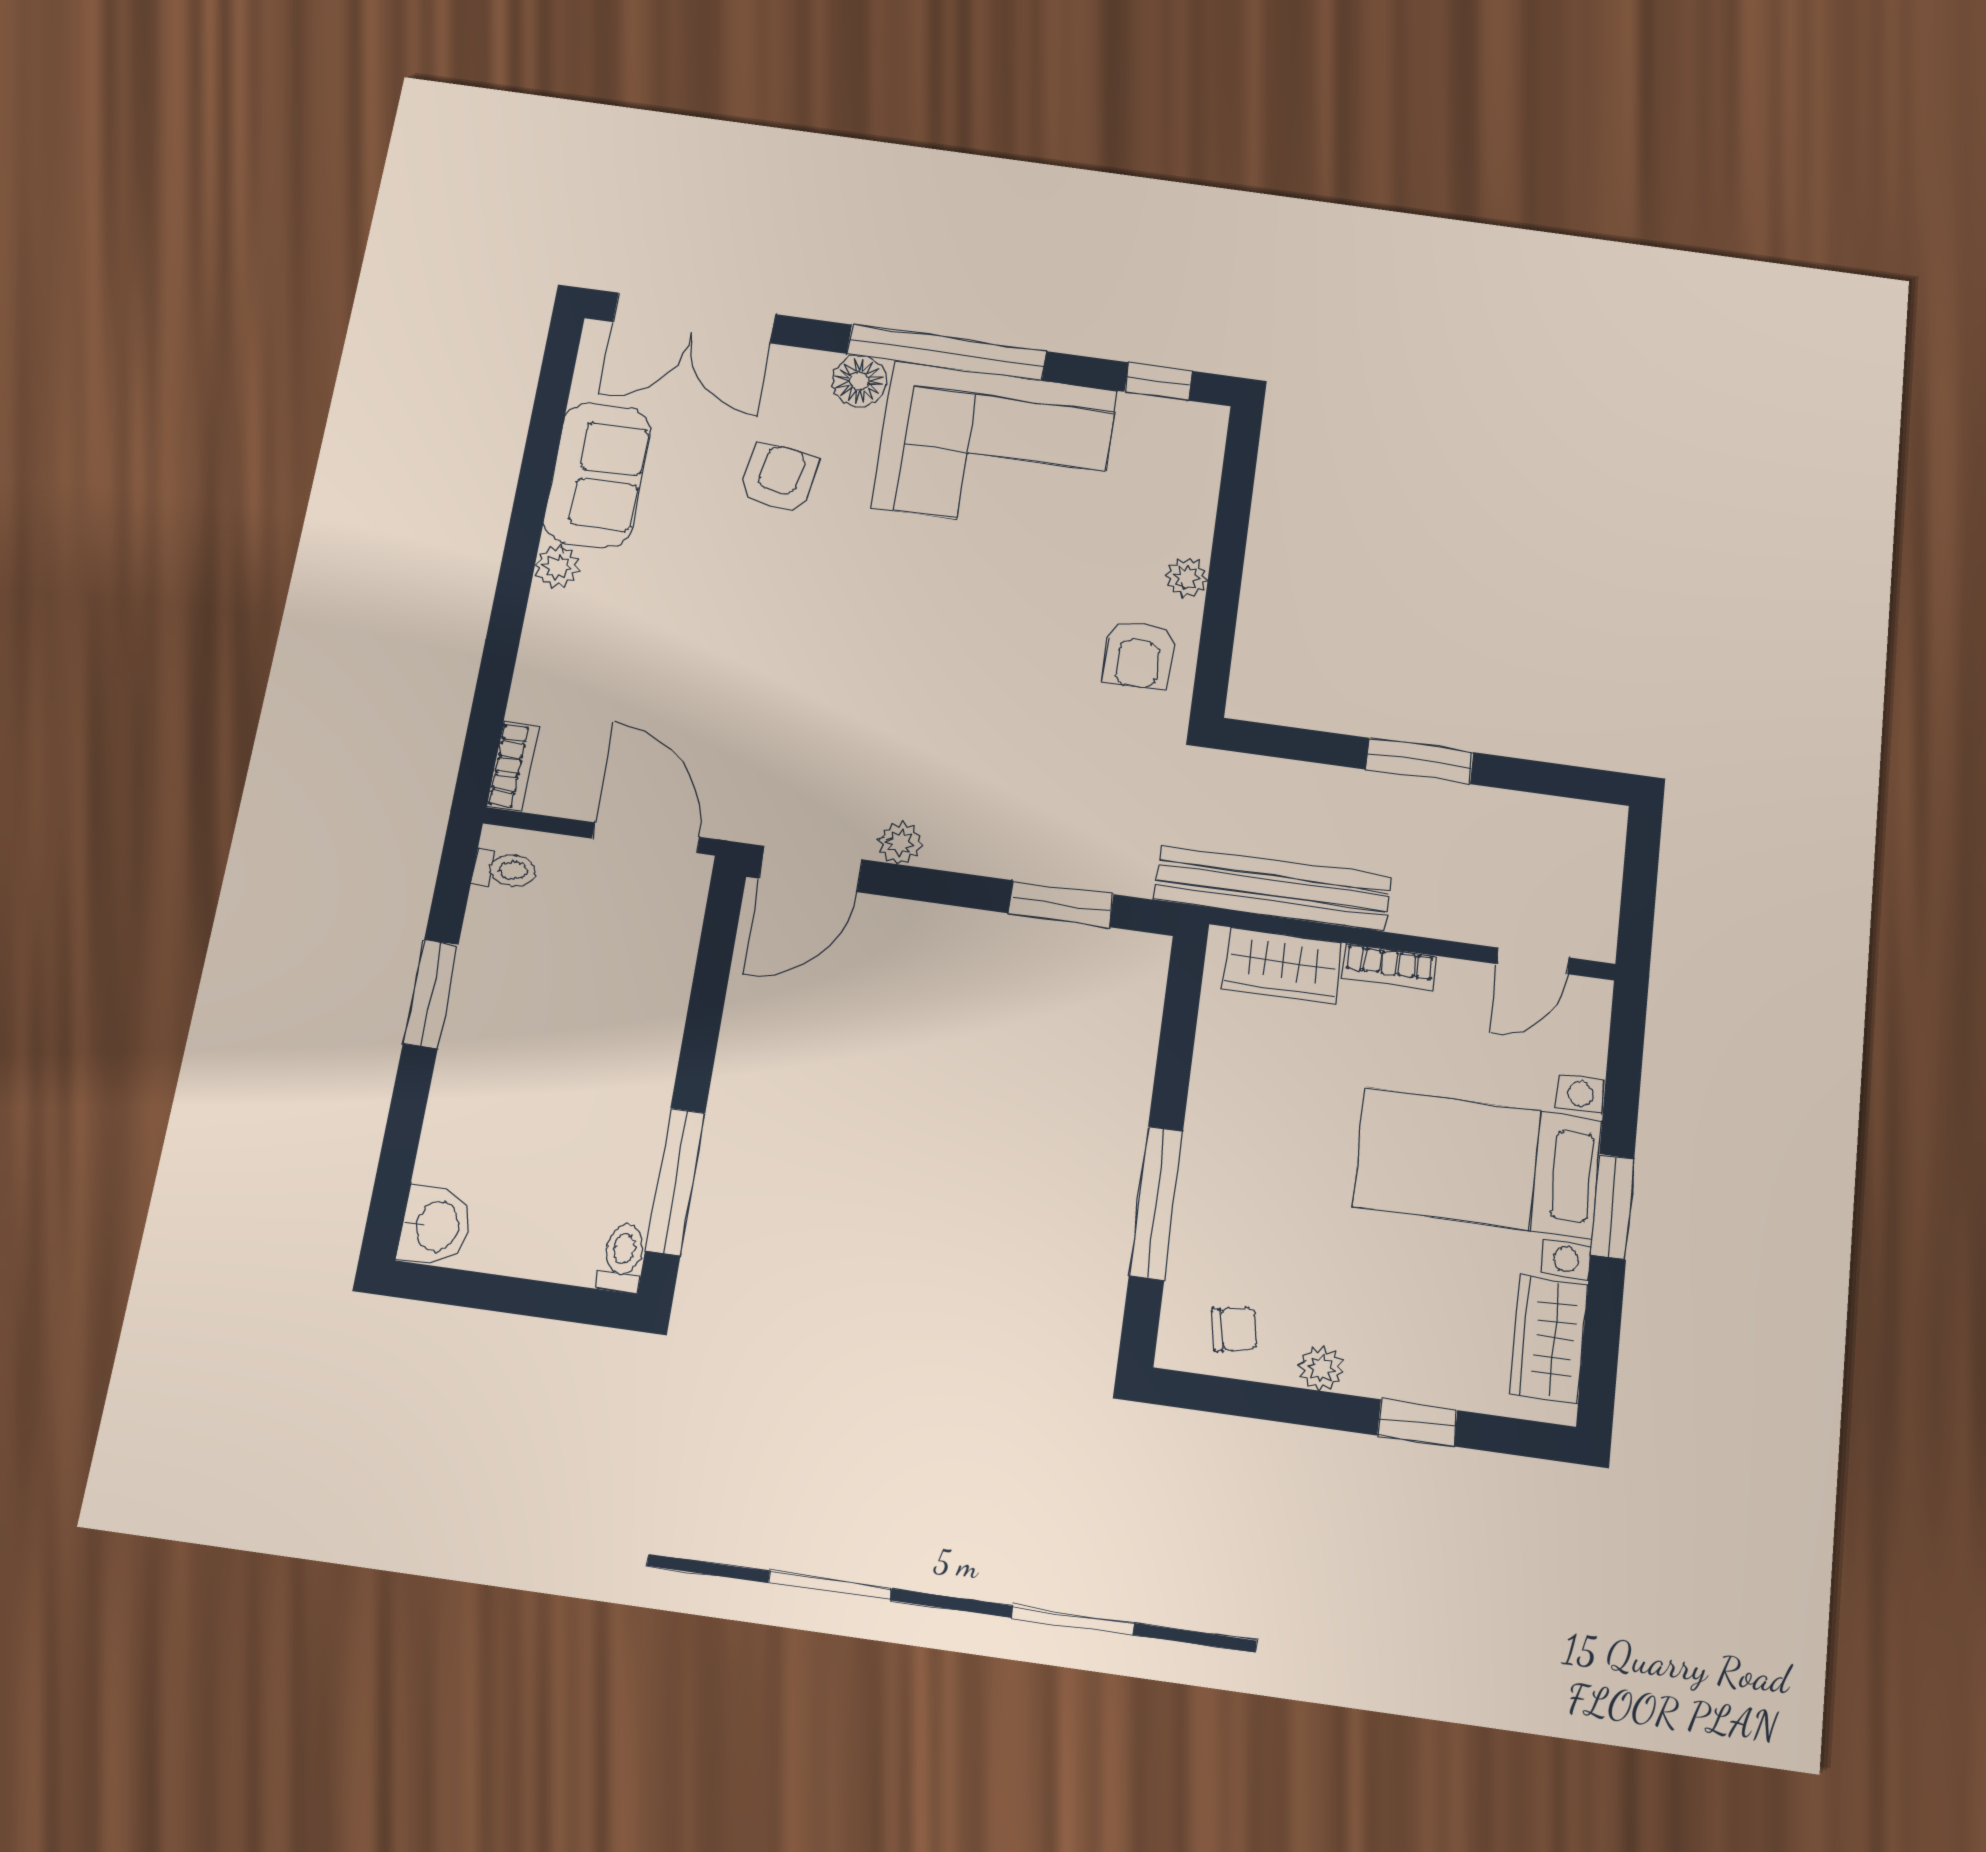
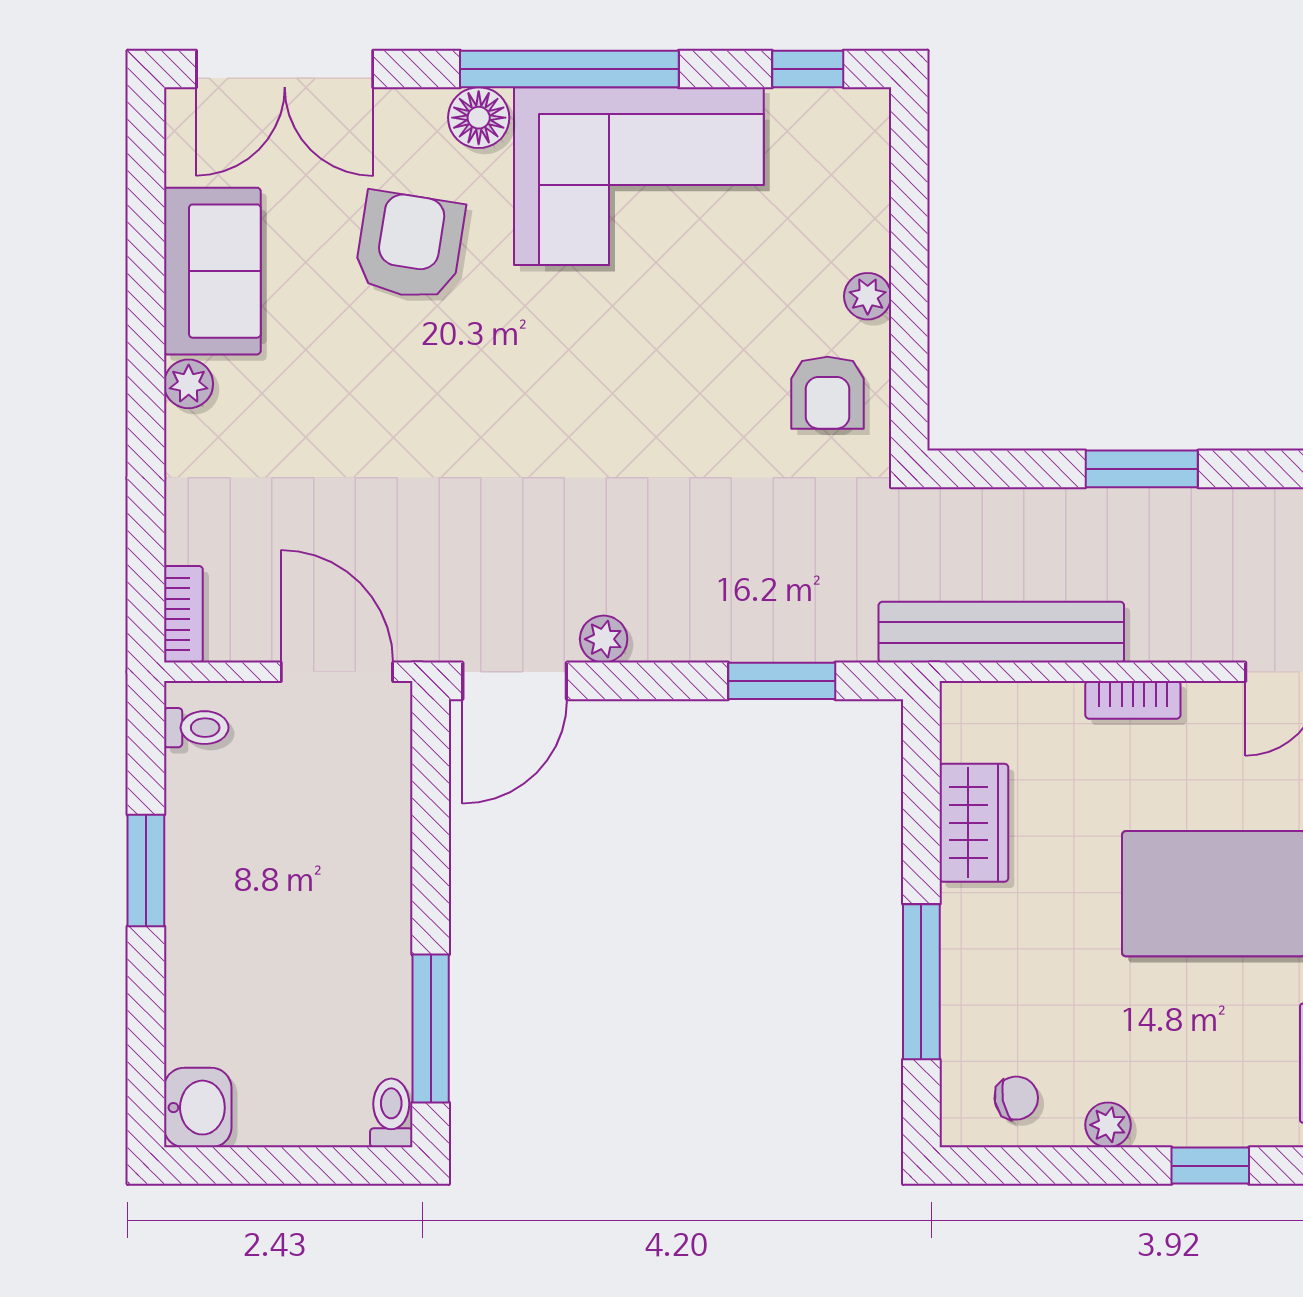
armchair: (779, 478) -> (410, 246), width x1.38, depth x1.38
wardrobe: (1282, 966) -> (974, 823), moved, turned -90

